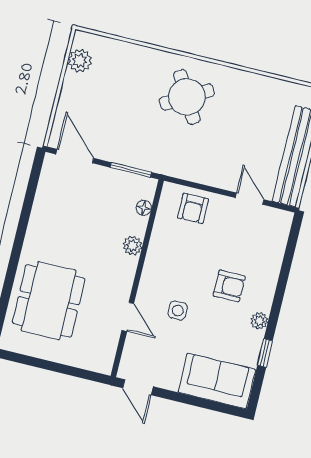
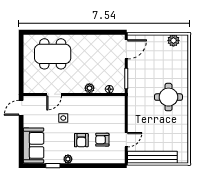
round table: (187, 97) -> (168, 97), turned 30
armchair: (193, 208) -> (102, 140), moved

